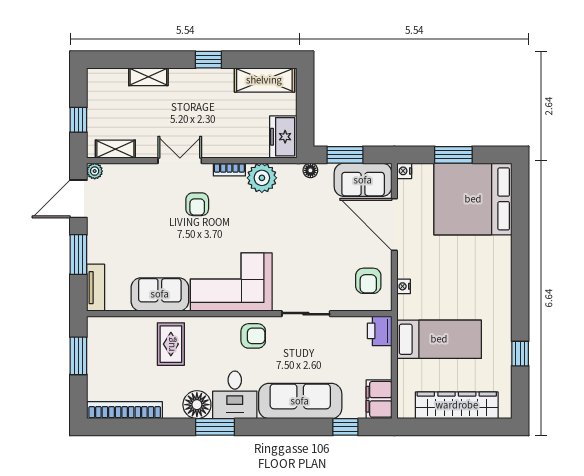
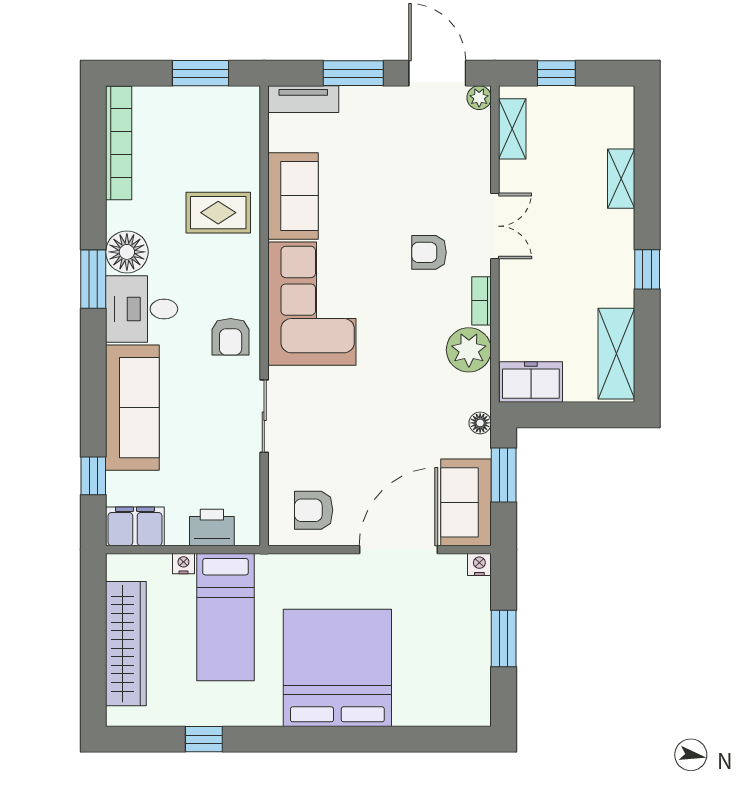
bed: (473, 199) -> (337, 668), moved
nightstand: (404, 286) -> (183, 564), moved
printer: (380, 331) -> (212, 527), moved

